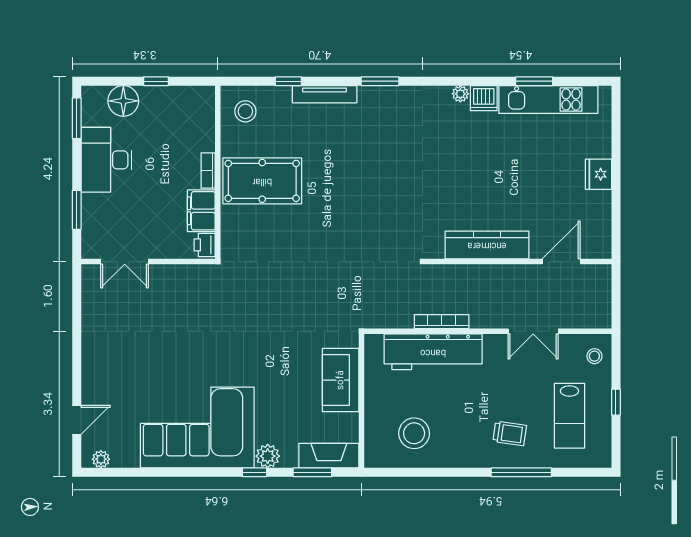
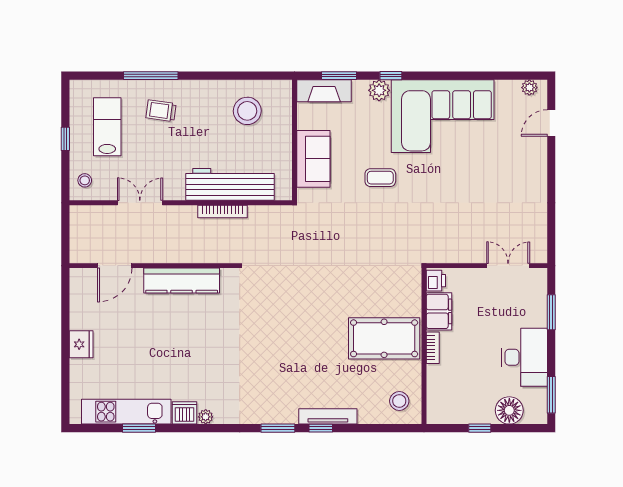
window: (288, 81) -> (321, 428), moved
coffee table: (266, 359) -> (380, 178), added

